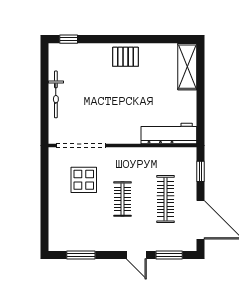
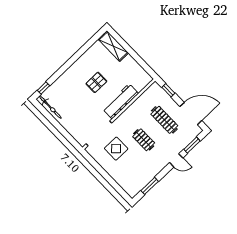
pallet: (126, 57) -> (96, 82), moved
bicycle: (56, 94) -> (50, 107), moved
workbench: (169, 133) -> (121, 101), moved

